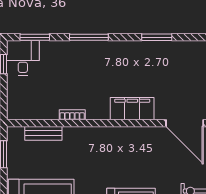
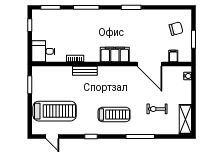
desk: (23, 58) -> (43, 51), moved, turned -90
bench: (43, 133) -> (85, 71), moved

